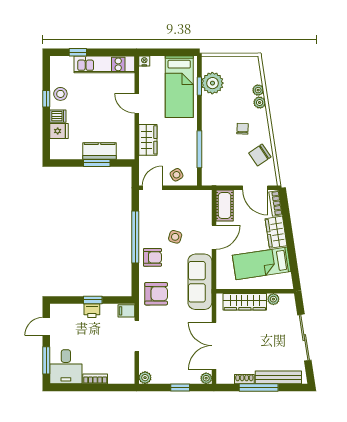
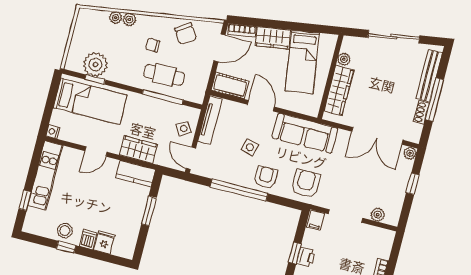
cafe table: (219, 145) -> (164, 75), added
kitchen counter: (100, 151) -> (135, 174), moved, turned -90
tv unit: (190, 196) -> (210, 120), added
plant: (145, 378) -> (378, 215), moved

